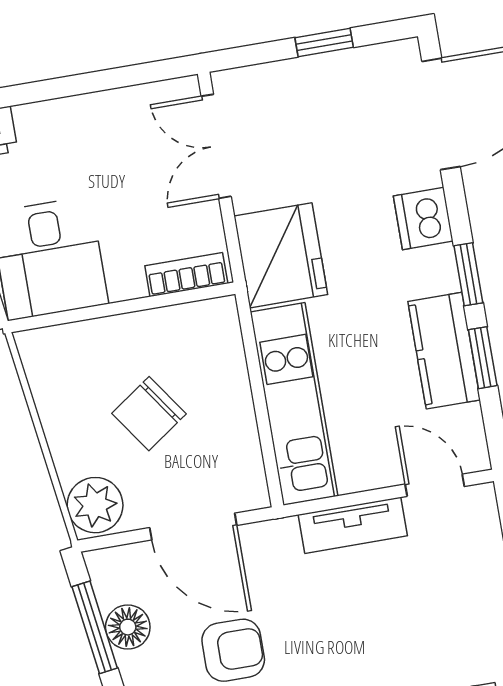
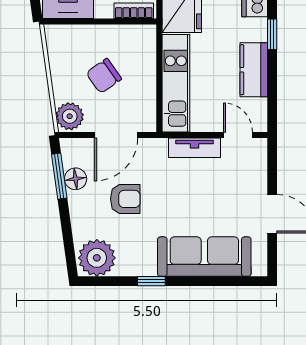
window: (483, 358) -> (272, 76), removed
door: (193, 527) -> (116, 135), hinge flipped

